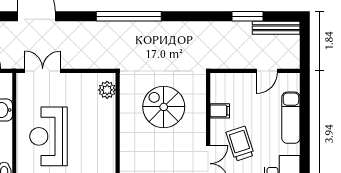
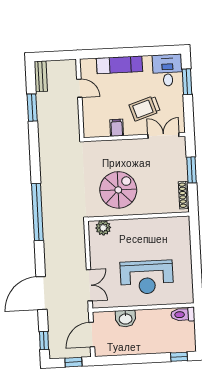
bench: (276, 28) -> (41, 76), width x0.73
double door: (43, 71) -> (89, 285), swing flipped
spiral stairs: (164, 107) -> (118, 190), moved, turned 180

